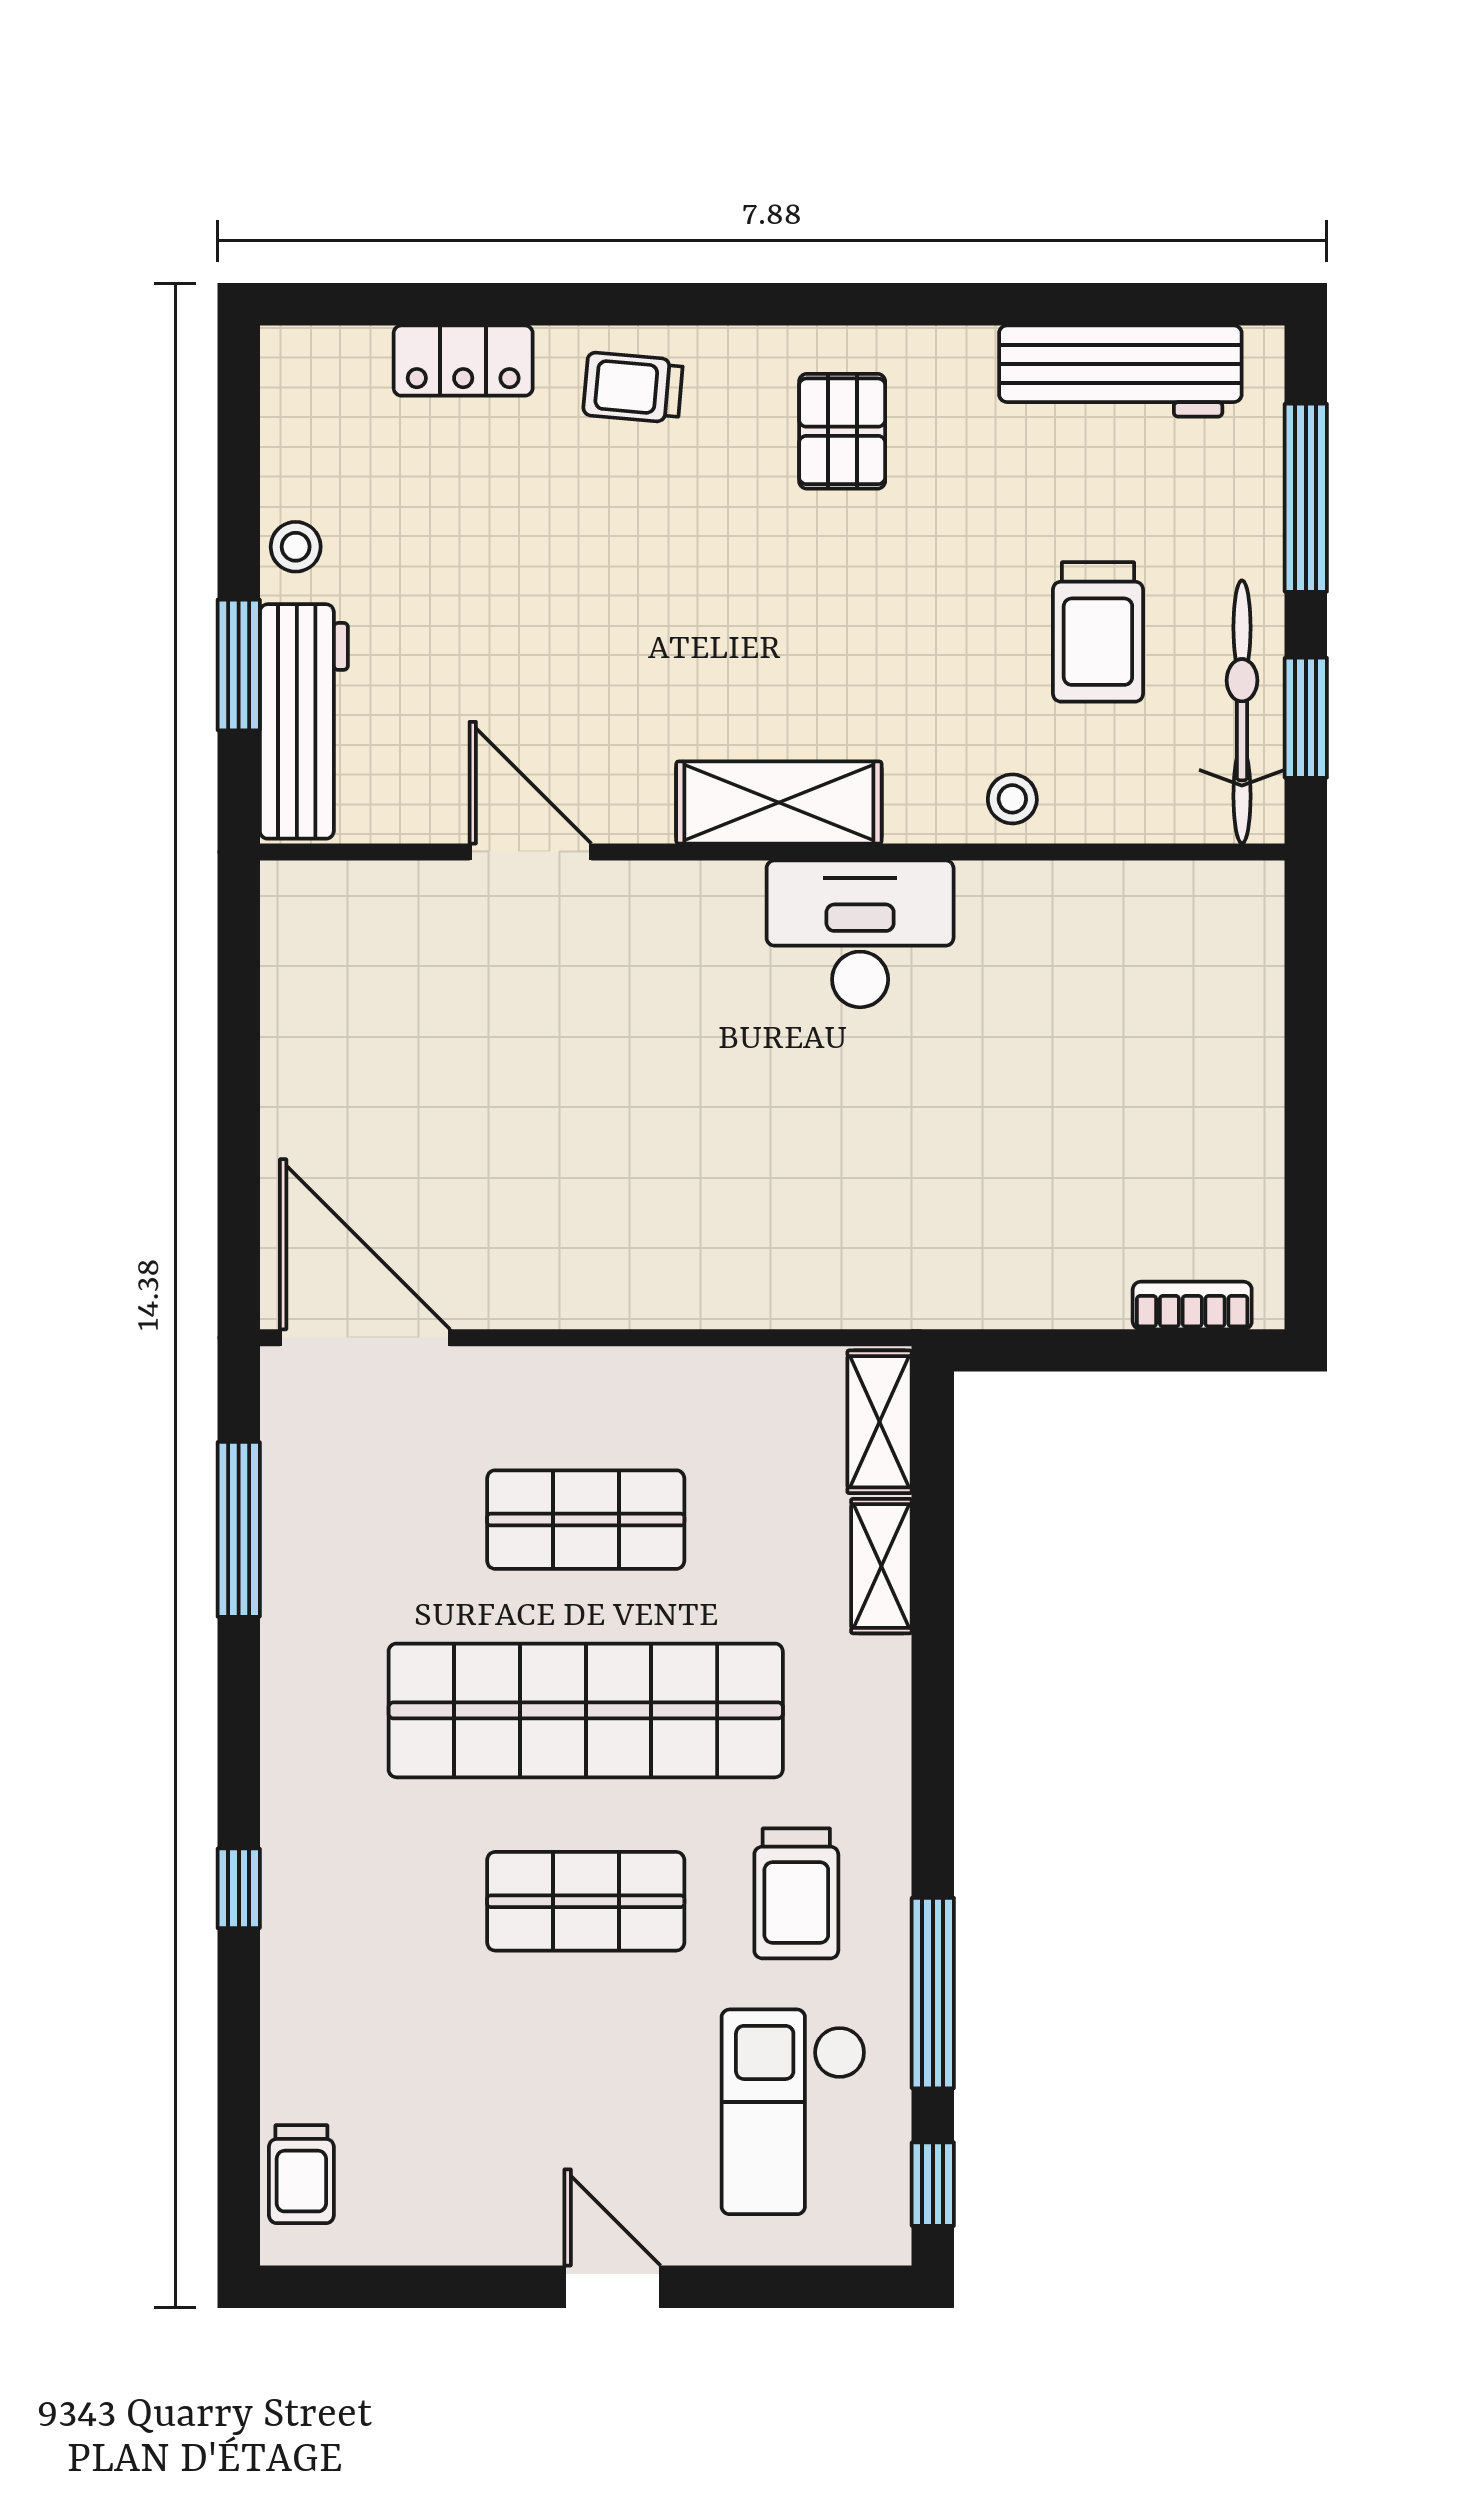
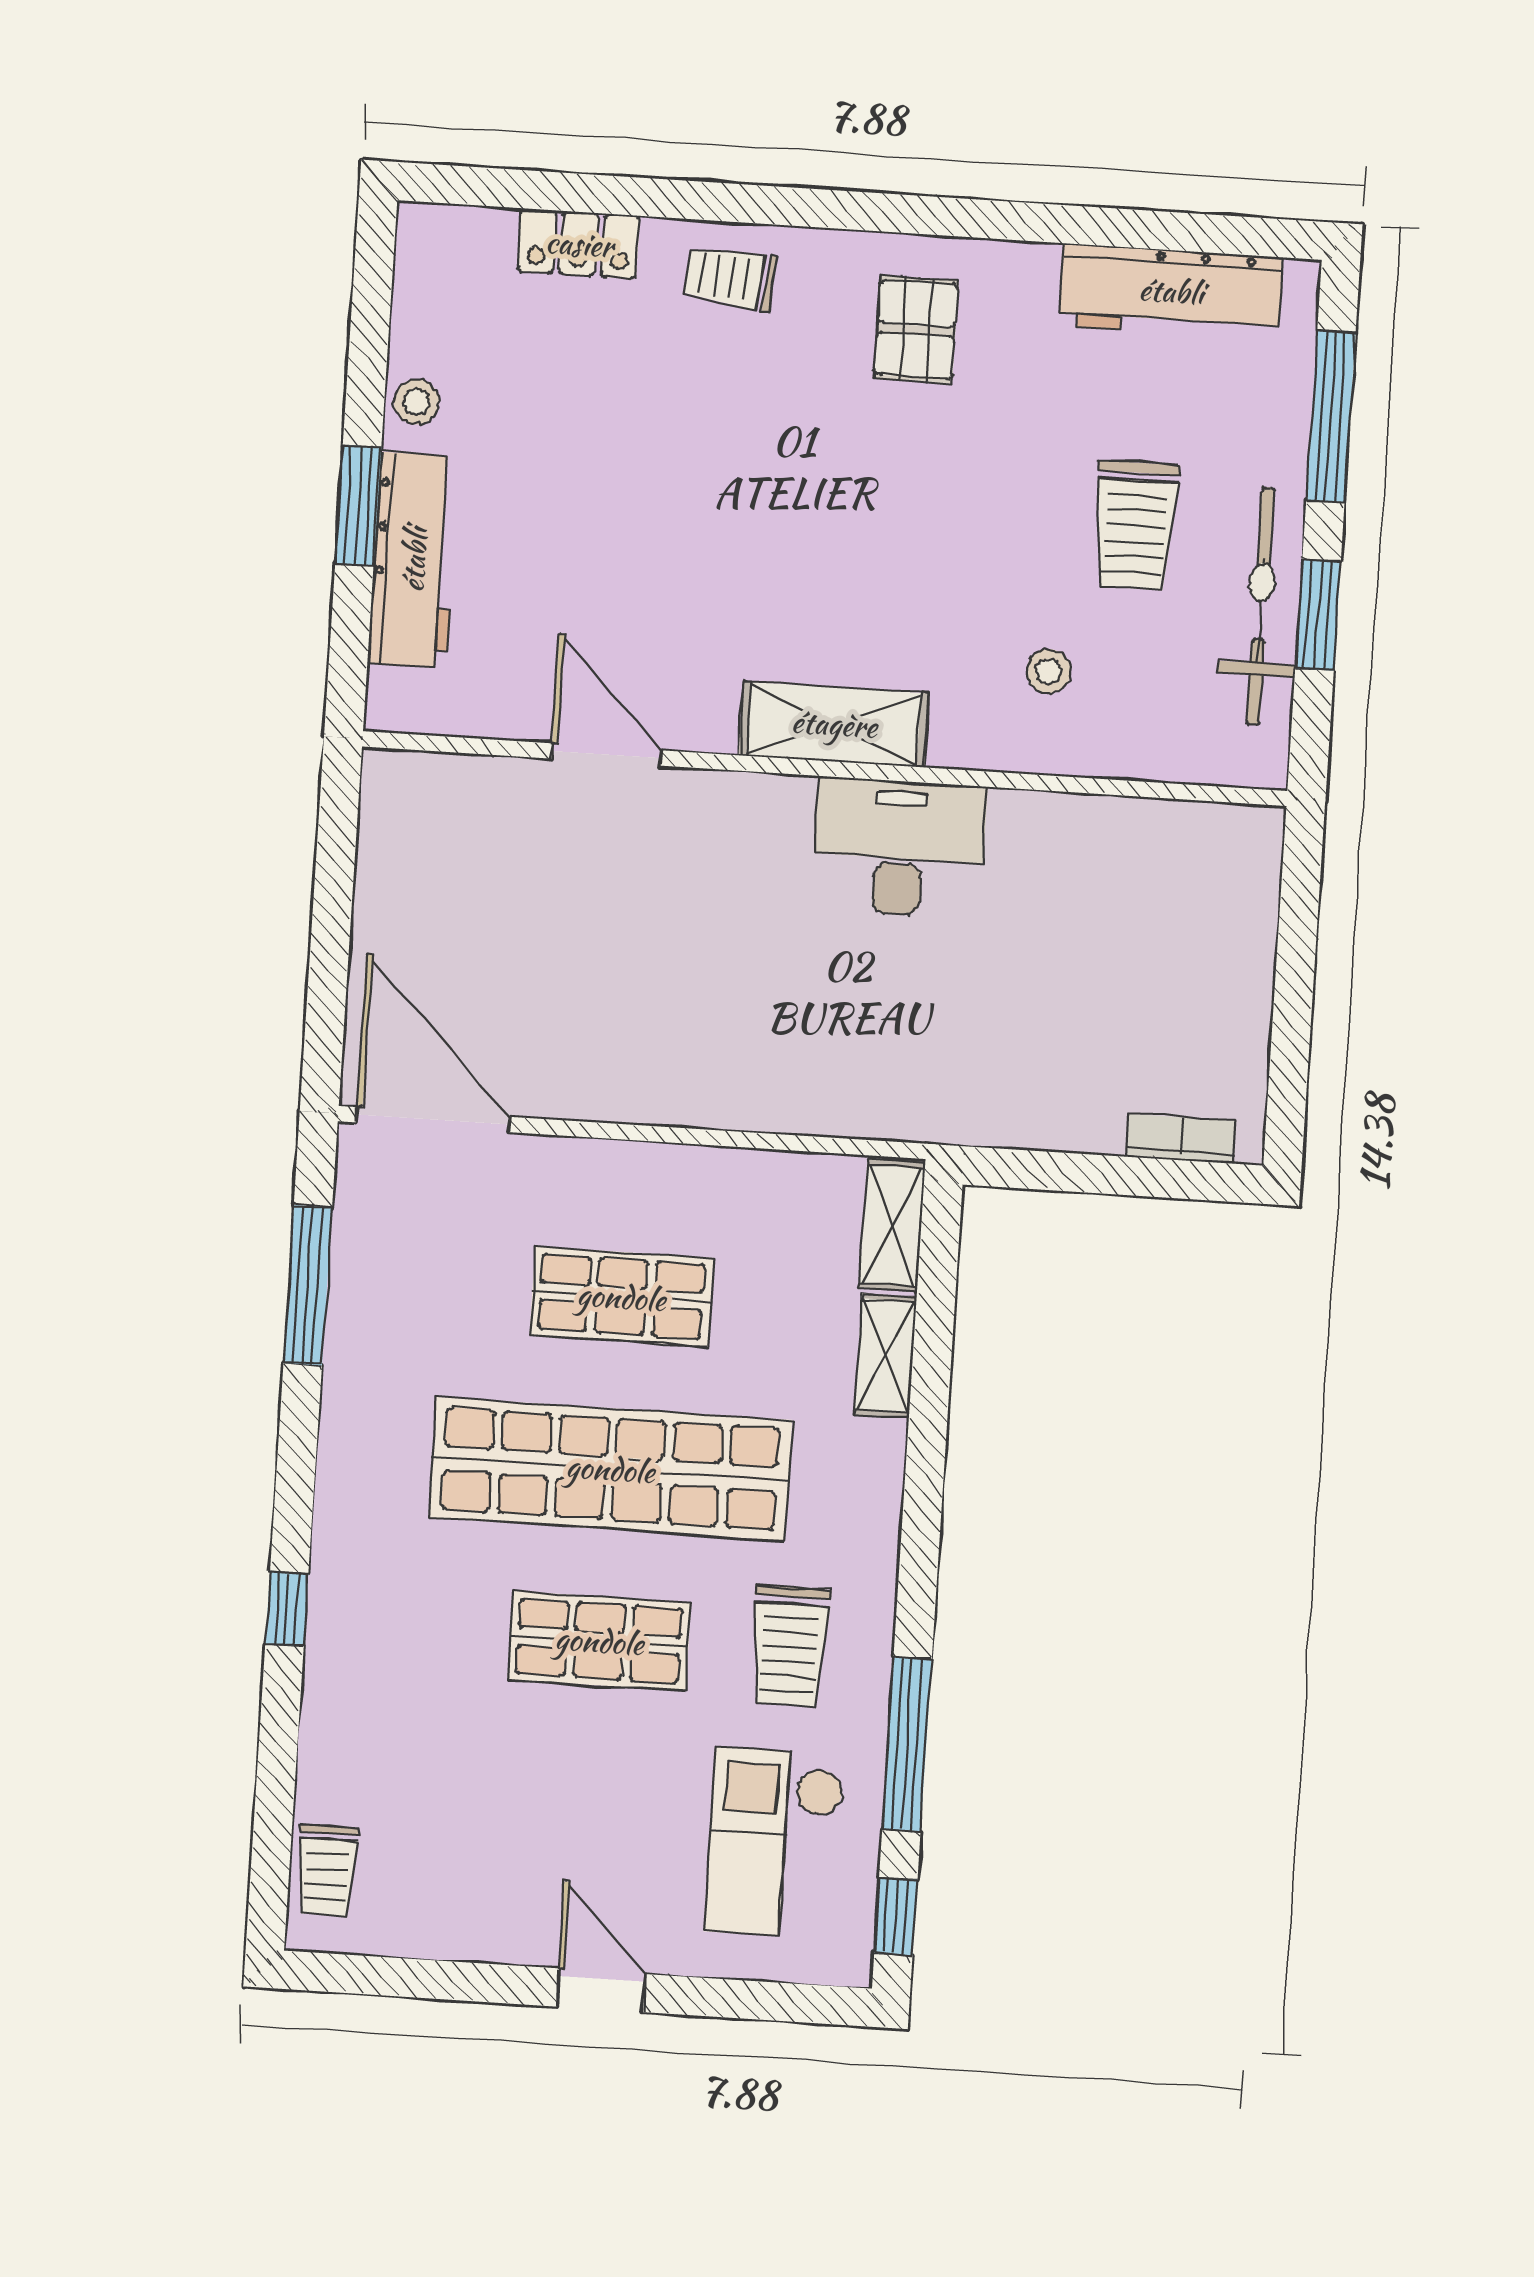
shelving: (779, 802) -> (834, 724), moved
door: (530, 852) -> (606, 755), moved
wall: (772, 852) -> (825, 769), moved
desk: (860, 934) -> (899, 848), moved

